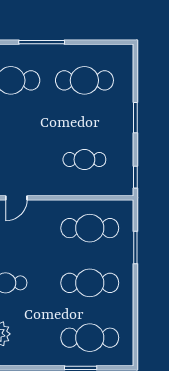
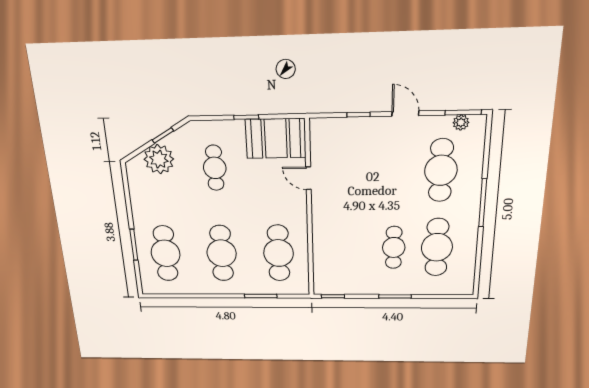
cafe table: (84, 160) -> (394, 247), moved

